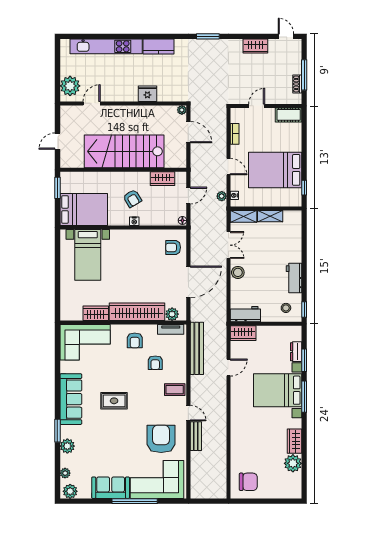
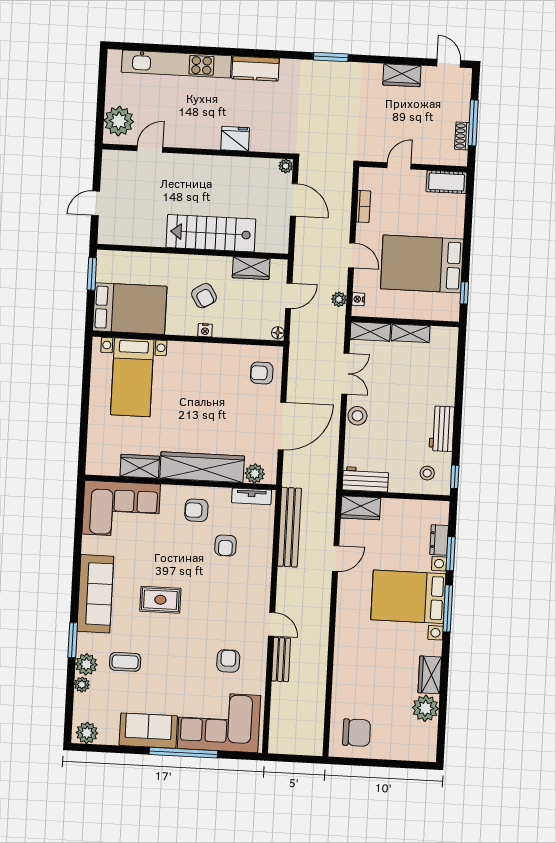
stairs: (124, 151) -> (211, 233), width x0.73, depth x0.66
armchair: (135, 340) -> (196, 510), turned 90
coffee table: (175, 390) -> (125, 662), moved
armchair: (161, 439) -> (228, 661), width x0.53, depth x0.53
plant: (65, 473) -> (82, 685), moved

